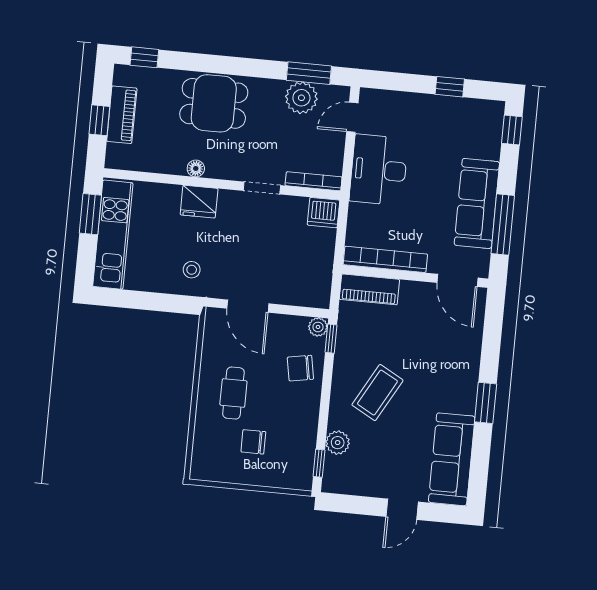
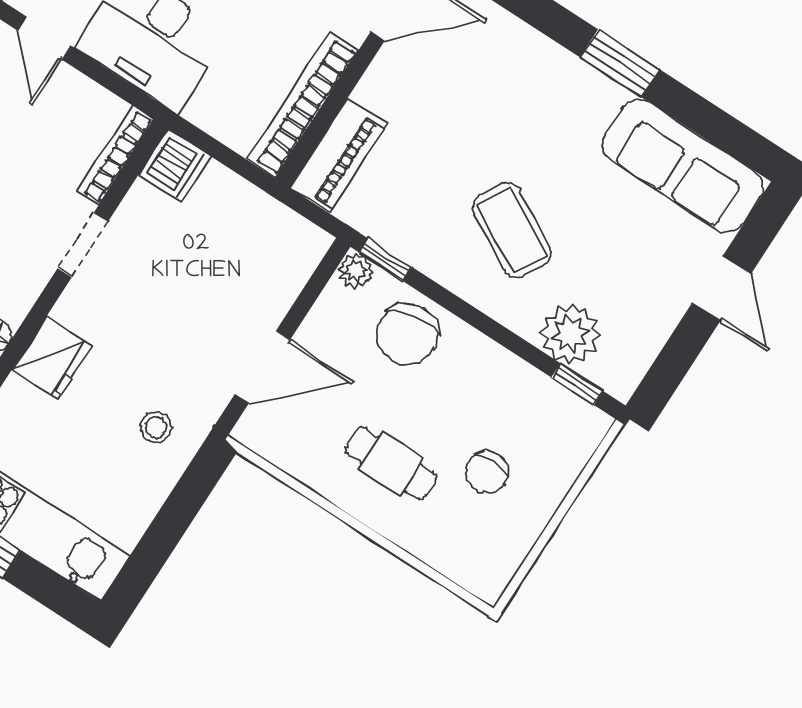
chair: (300, 368) -> (407, 334), width x1.37, depth x1.37
plant: (338, 443) -> (570, 334), width x1.36, depth x1.36

